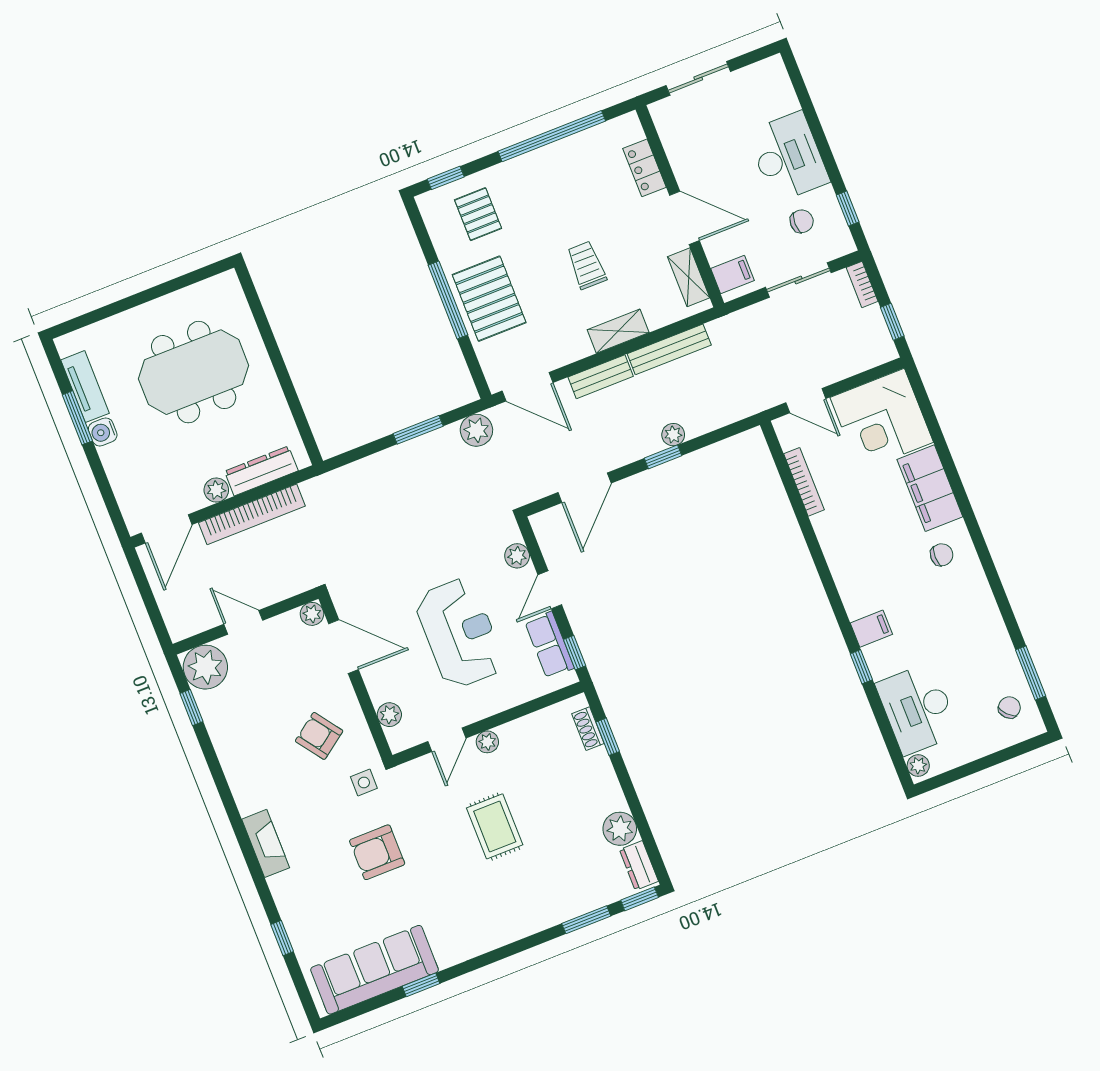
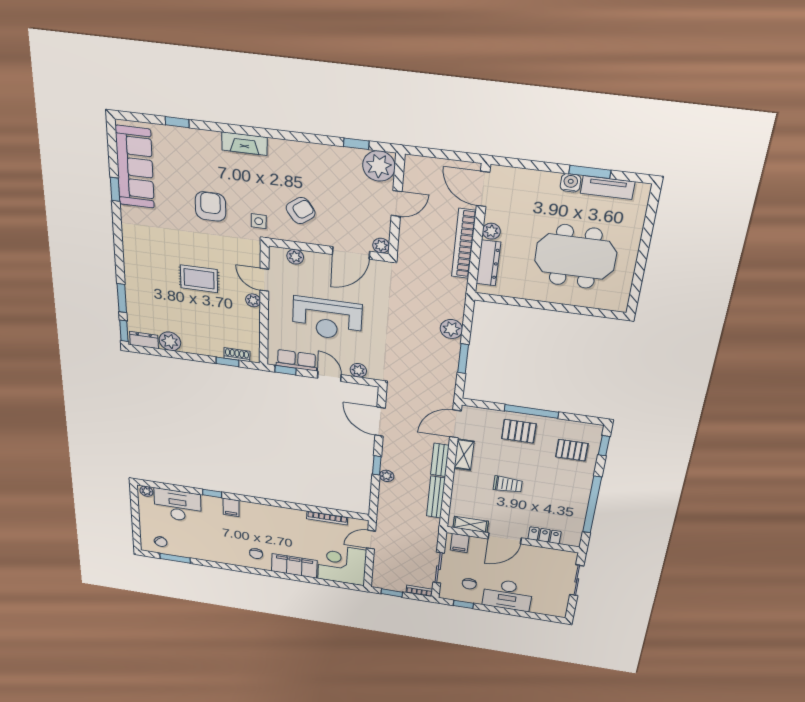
pallet: (489, 299) -> (519, 431), width x0.67, depth x0.71
shelving: (618, 331) -> (464, 455), moved
meeting table: (194, 372) -> (575, 257), turned 90
plant: (476, 430) -> (451, 329), moved

